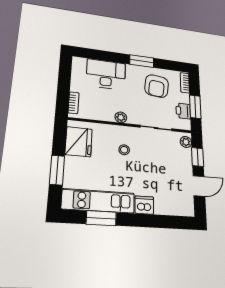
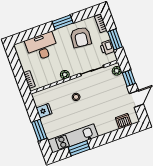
fridge: (79, 142) -> (44, 111), width x0.53, depth x0.75
dishwasher: (144, 205) -> (123, 121), moved

